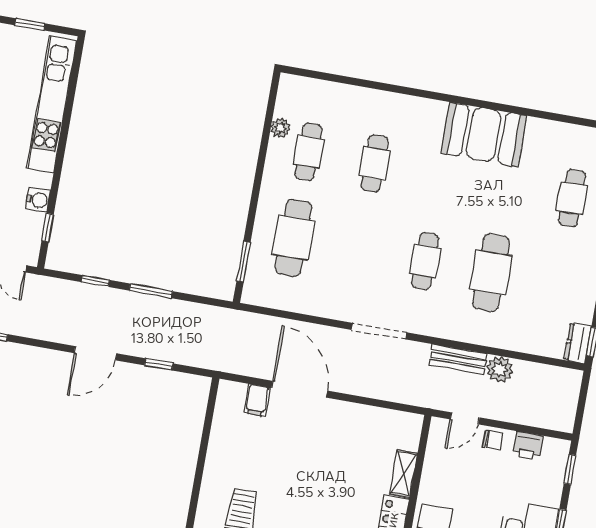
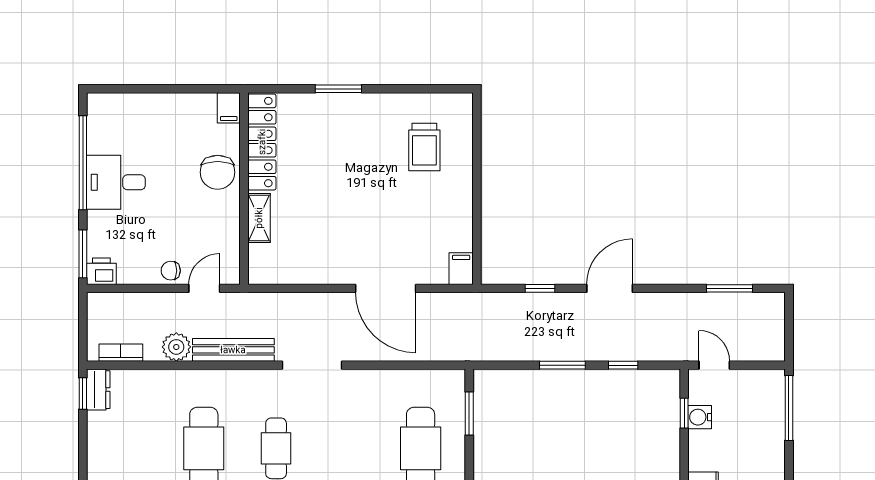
water cooler: (38, 200) -> (700, 417), moved
bench: (458, 359) -> (233, 350), width x1.36
bookcase: (551, 373) -> (121, 353), added
filing cabinet: (257, 400) -> (461, 269), moved
printer: (528, 446) -> (101, 271), moved
window: (570, 469) -> (83, 254), width x1.50

